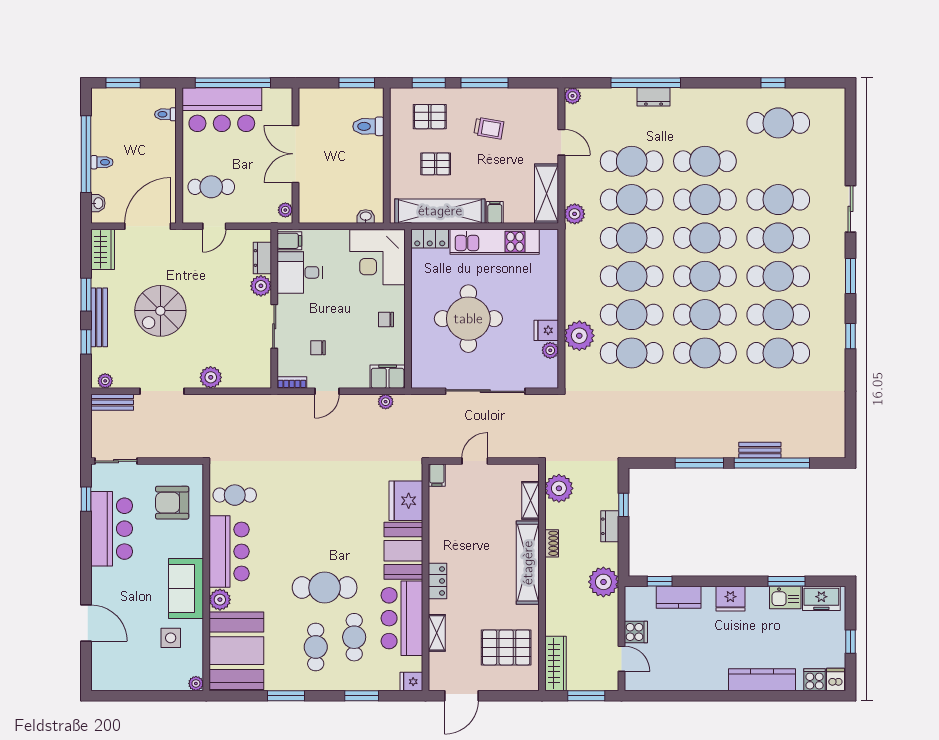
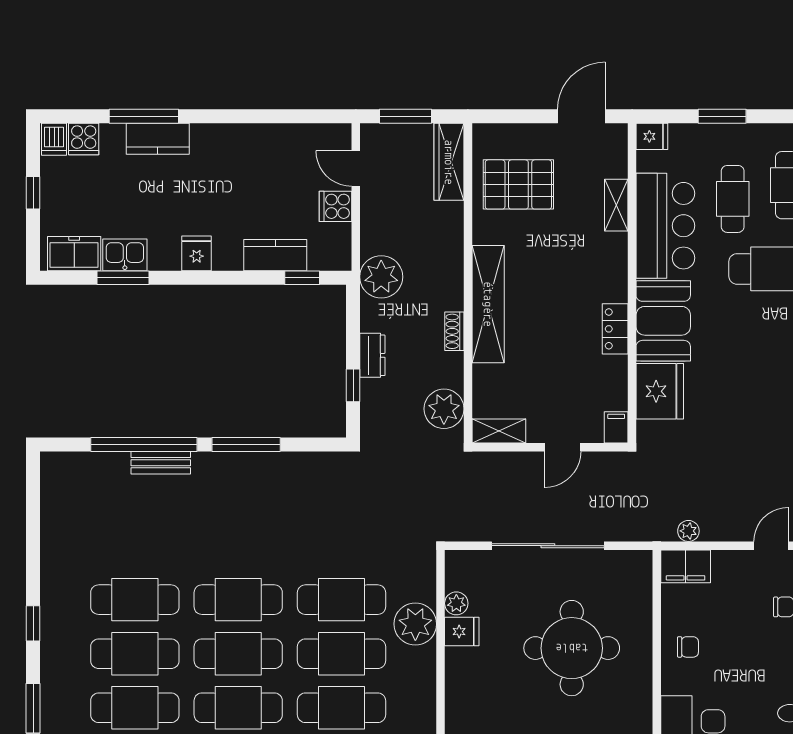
shelving: (530, 500) -> (499, 431), moved, turned 90
locker: (438, 581) -> (615, 329), moved
fridge: (730, 599) -> (197, 253), width x0.72
kitchen counter: (762, 680) -> (158, 139), width x0.67
window: (772, 696) -> (144, 116), added

